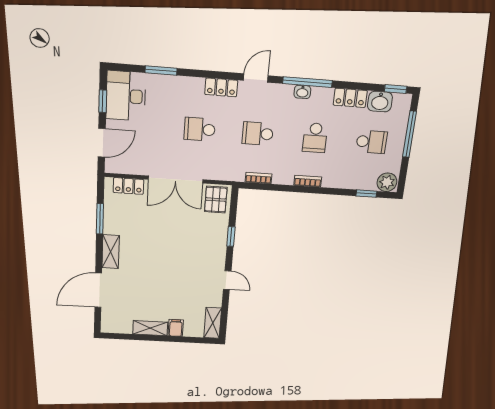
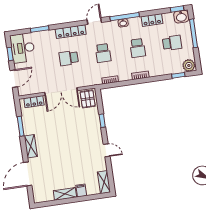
locker: (221, 87) -> (71, 32), width x1.53
washbasin: (380, 102) -> (181, 17), moved
school desk: (258, 134) -> (103, 53), turned -90

